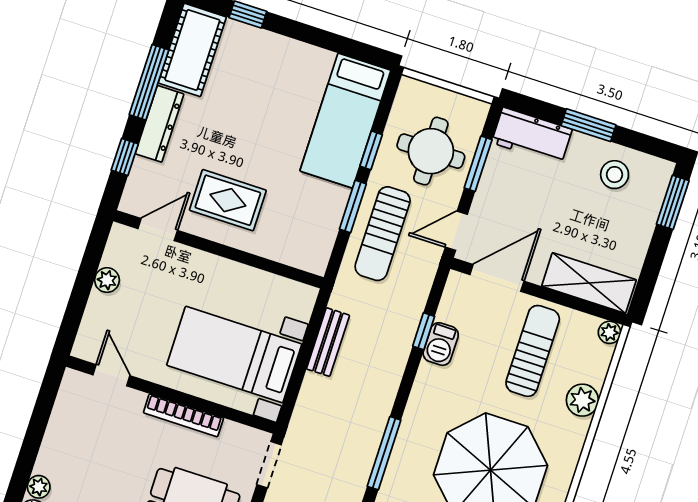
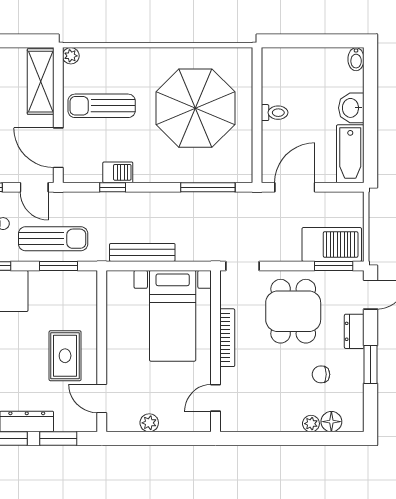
window: (125, 157) -> (58, 439), width x1.50
window: (353, 207) -> (59, 266), moved
bench: (328, 342) -> (142, 252), width x1.36
plant: (582, 400) -> (125, 59), removed

